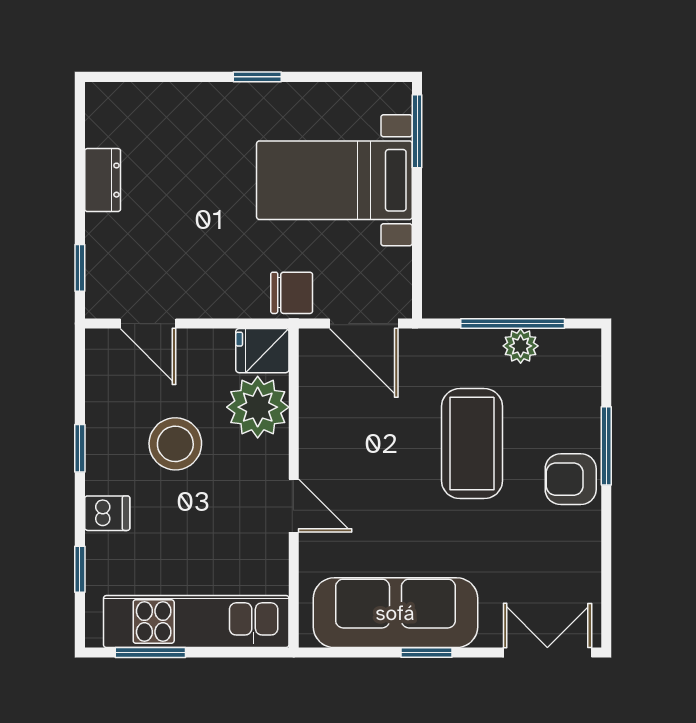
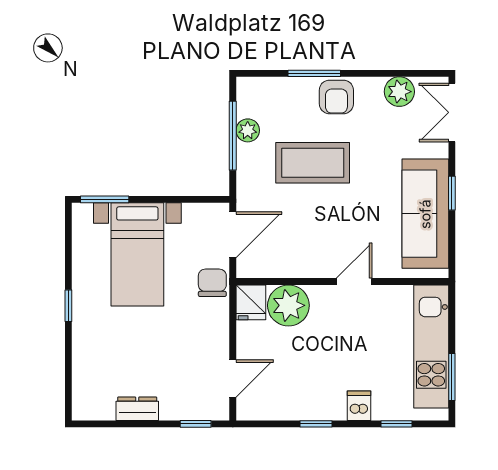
stool: (175, 444) -> (313, 360), removed
plant: (579, 574) -> (399, 92), added

